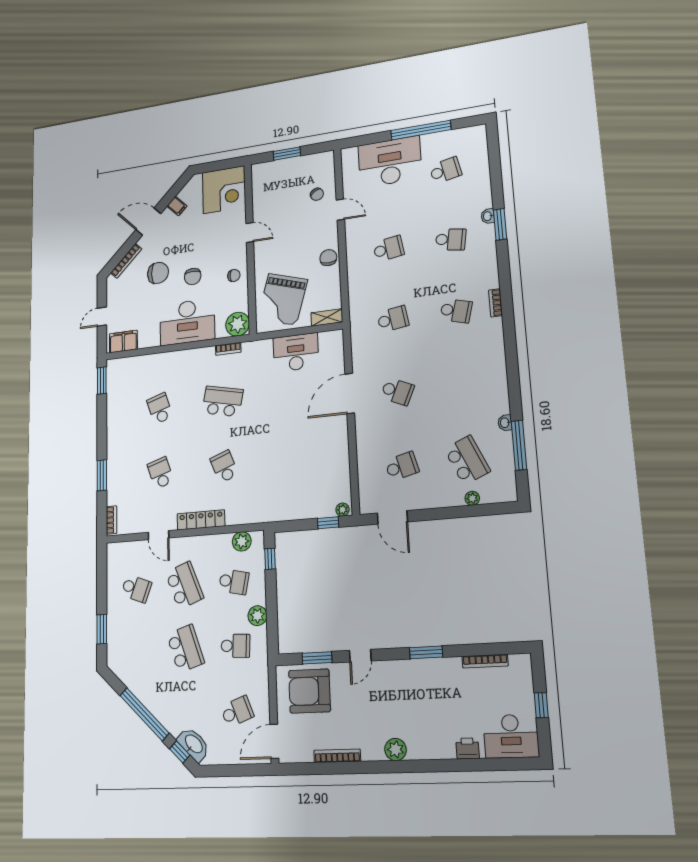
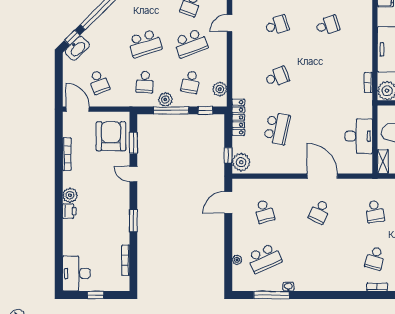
school desk: (223, 401) -> (277, 128), moved
plant: (343, 510) -> (241, 162), width x1.88, depth x1.88
locker: (201, 520) -> (238, 117), moved
window: (272, 607) -> (171, 110), added
printer: (467, 748) -> (69, 211), moved

